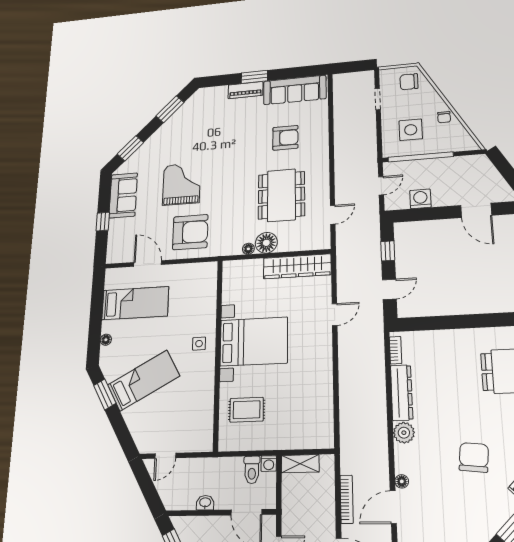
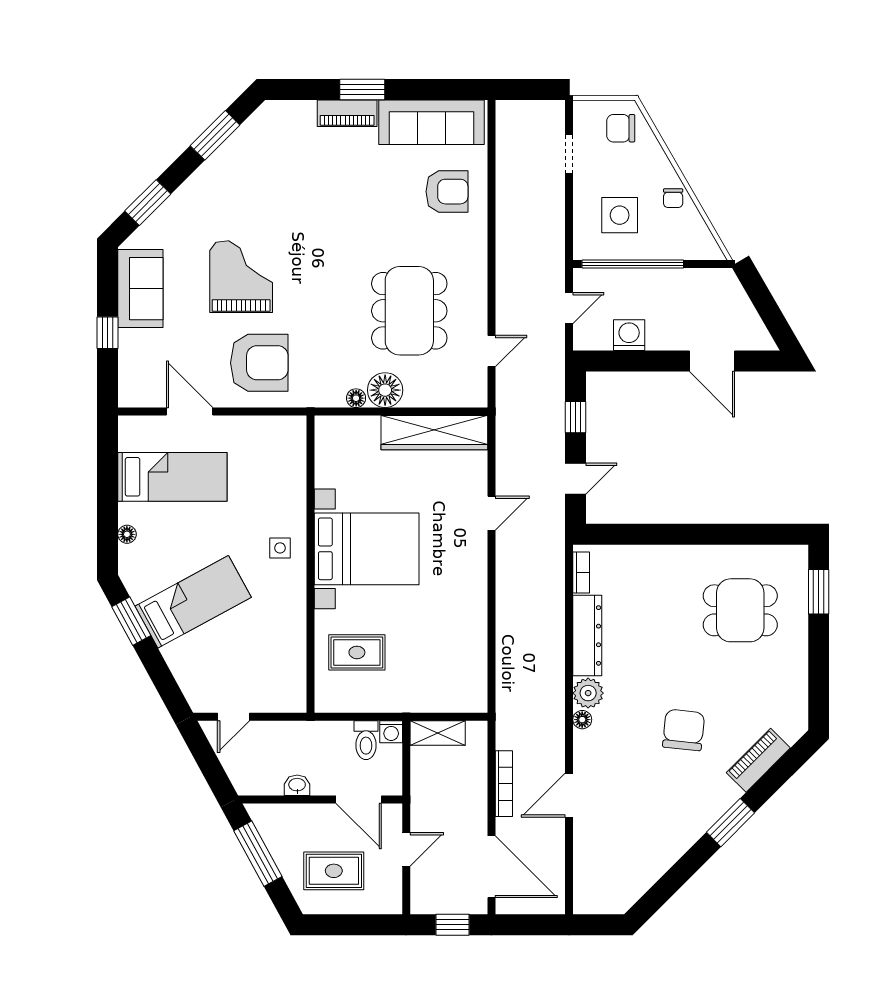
armchair: (285, 138) -> (447, 192), moved
floor lamp: (402, 481) -> (582, 720), moved

